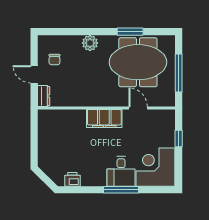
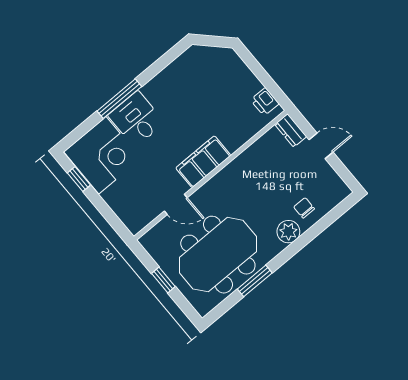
chair: (54, 60) -> (304, 208), moved
window: (179, 73) -> (163, 280), width x0.46
window: (179, 139) -> (79, 179), moved
printer: (72, 179) -> (265, 102), moved, turned 90

